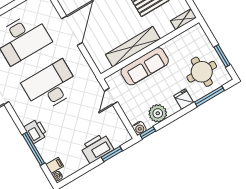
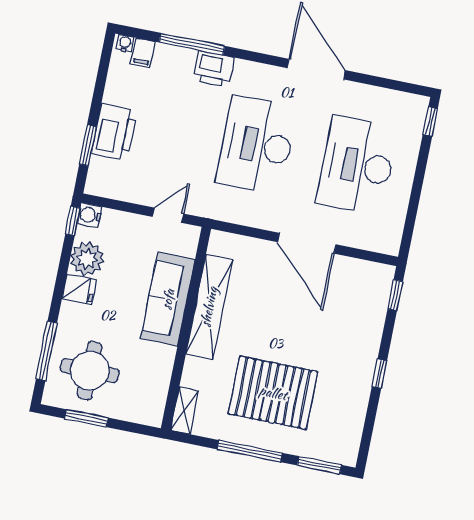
desk: (51, 86) -> (257, 145), turned 180
door: (111, 96) -> (168, 215), hinge flipped
fridge: (184, 99) -> (79, 289), moved

